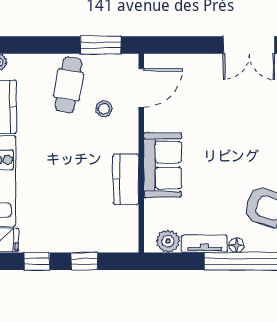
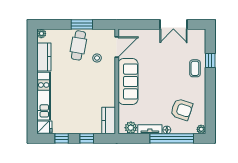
window: (101, 45) -> (82, 24), moved
sofa: (163, 165) -> (128, 82), width x1.36
kitchen counter: (126, 179) -> (109, 120), moved

